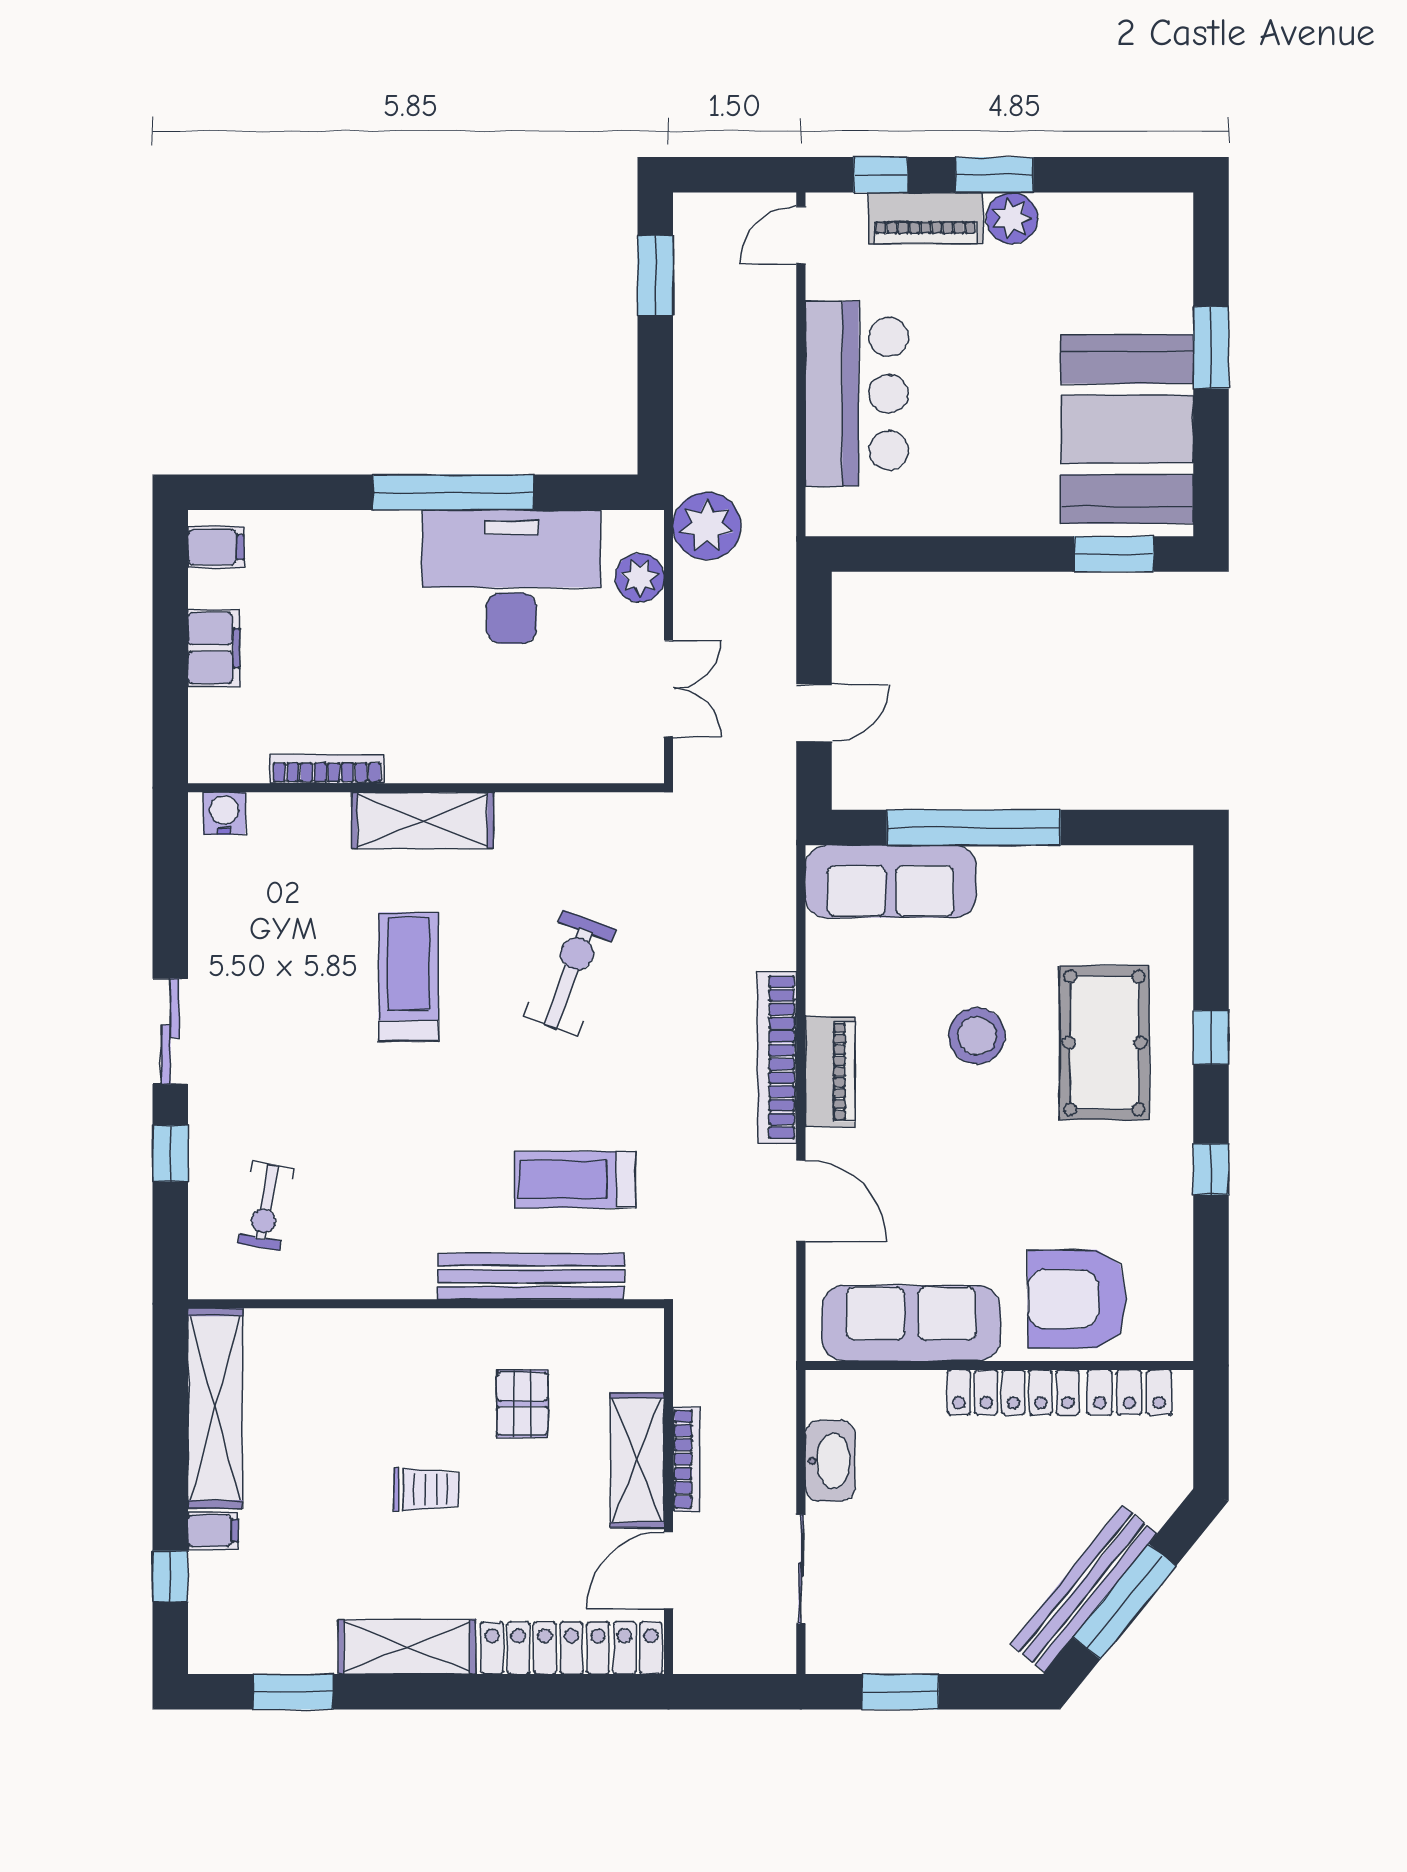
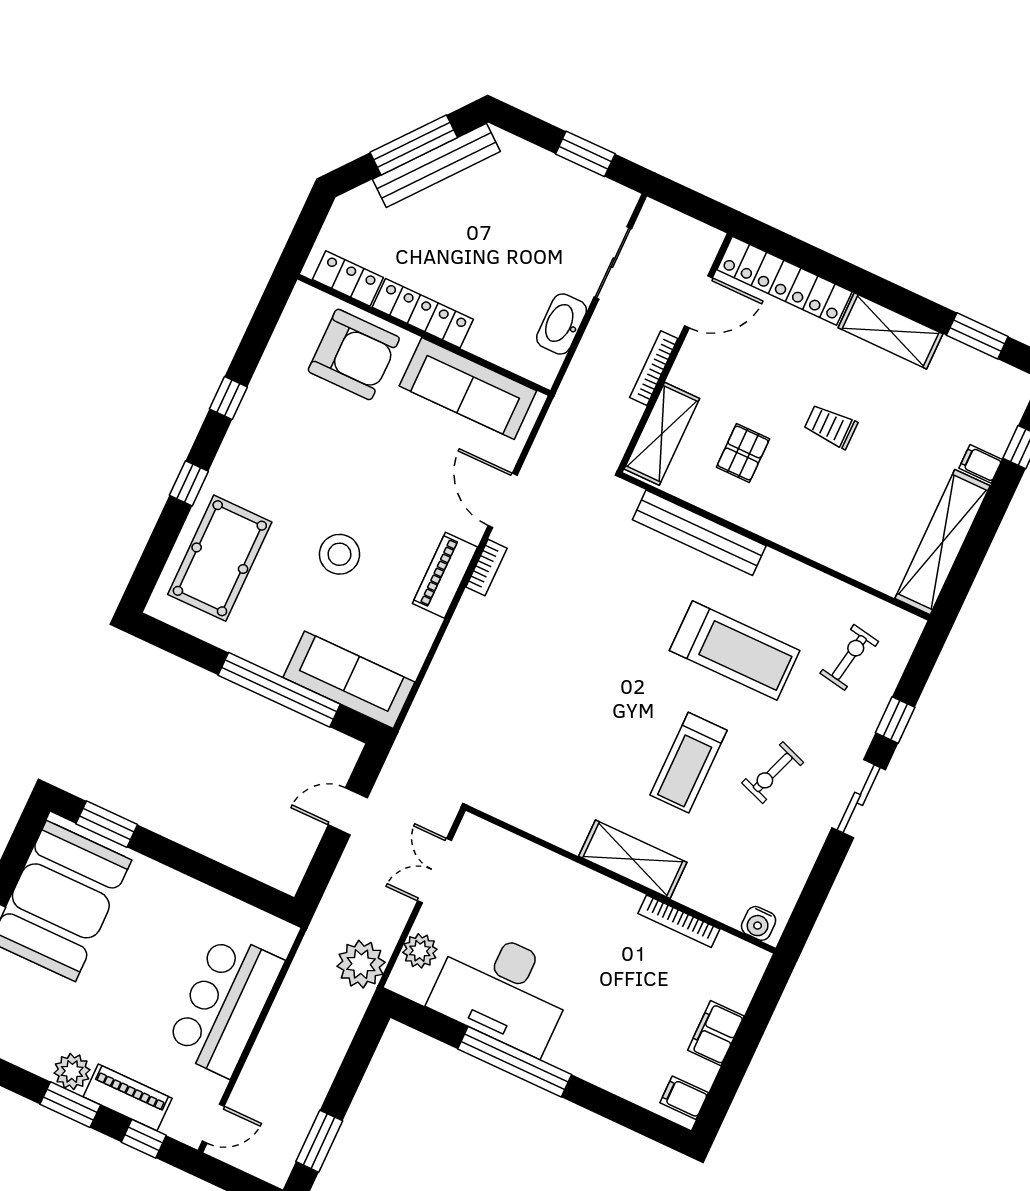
exercise bike: (570, 973) -> (773, 773), moved, width x0.73, depth x0.72
pool table: (1104, 1043) -> (220, 558), moved
bookcase: (777, 1057) -> (486, 568), width x0.43, depth x0.76
treadmill: (575, 1180) -> (735, 651), moved, width x1.37, depth x1.38
shelving: (637, 1460) -> (662, 434), moved

